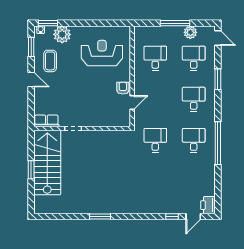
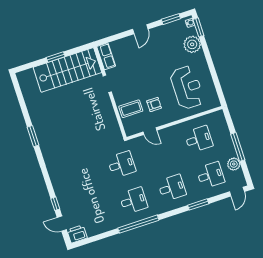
coffee table: (50, 61) -> (131, 109), moved
armchair: (123, 88) -> (154, 104), moved

